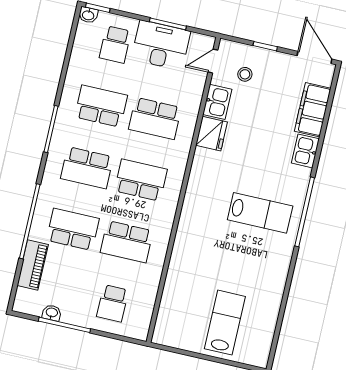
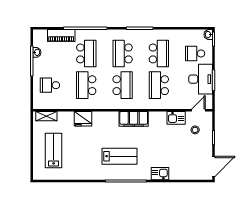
door: (213, 61) -> (198, 110), hinge flipped
filing cabinet: (313, 110) -> (134, 119), moved, turned 180
fridge: (211, 134) -> (83, 119), moved
lab bench: (260, 213) -> (119, 156), turned -90
shelving: (164, 321) -> (46, 116), added
lab bench: (225, 323) -> (54, 151), turned -90

